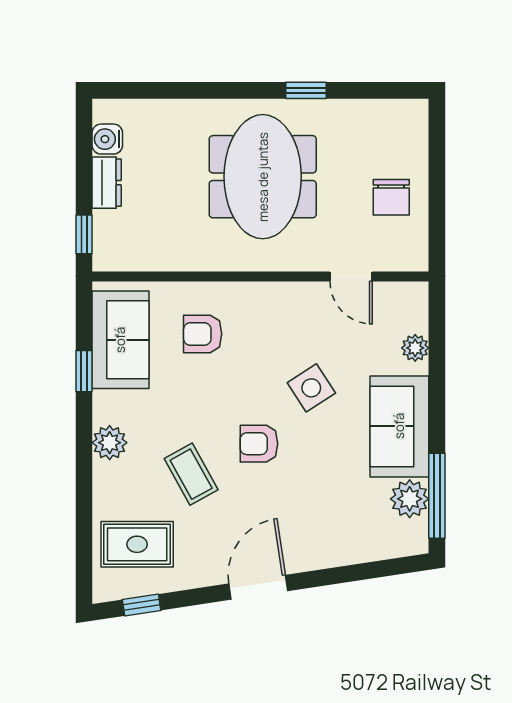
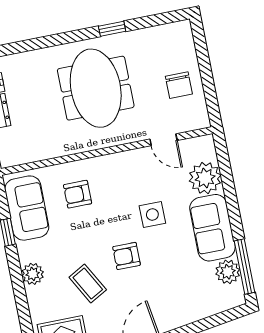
plant: (415, 348) -> (205, 178), width x1.88, depth x1.88
side table: (311, 388) -> (152, 214), turned 33

